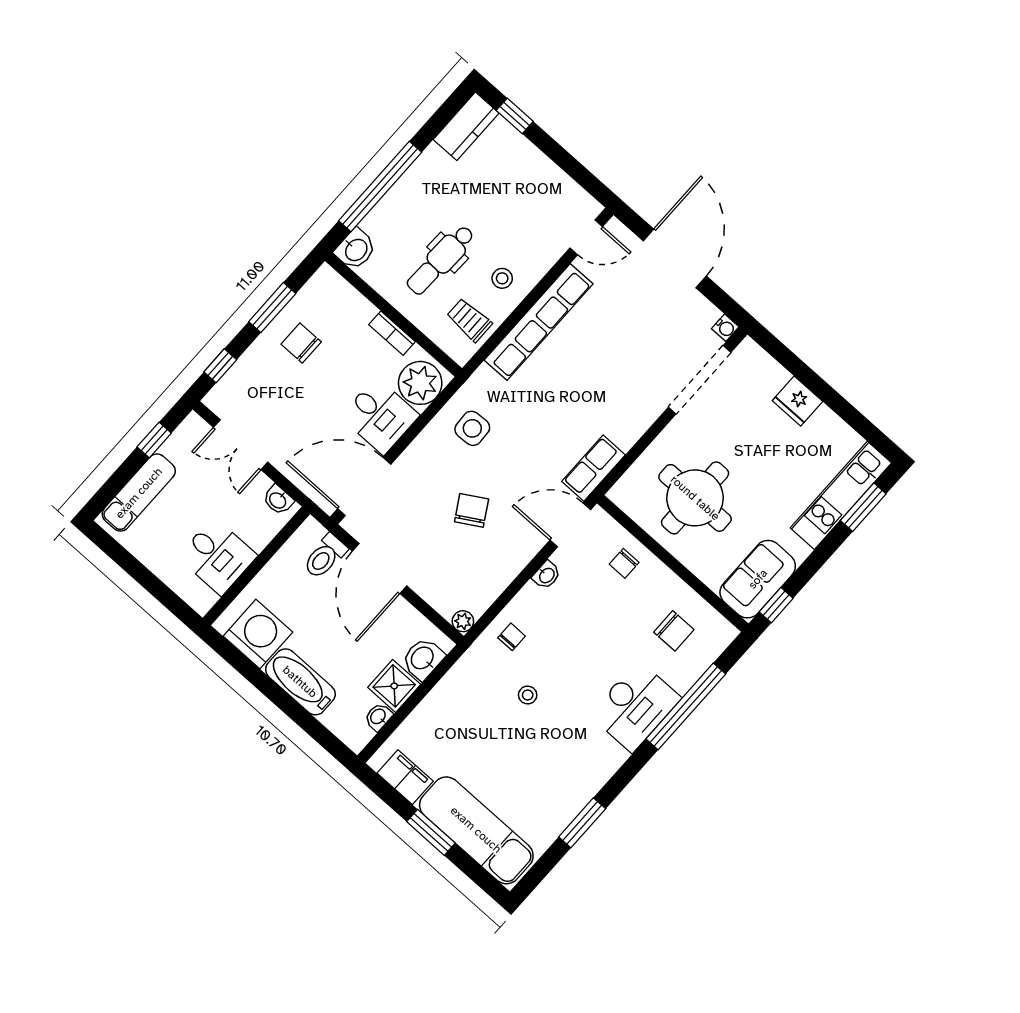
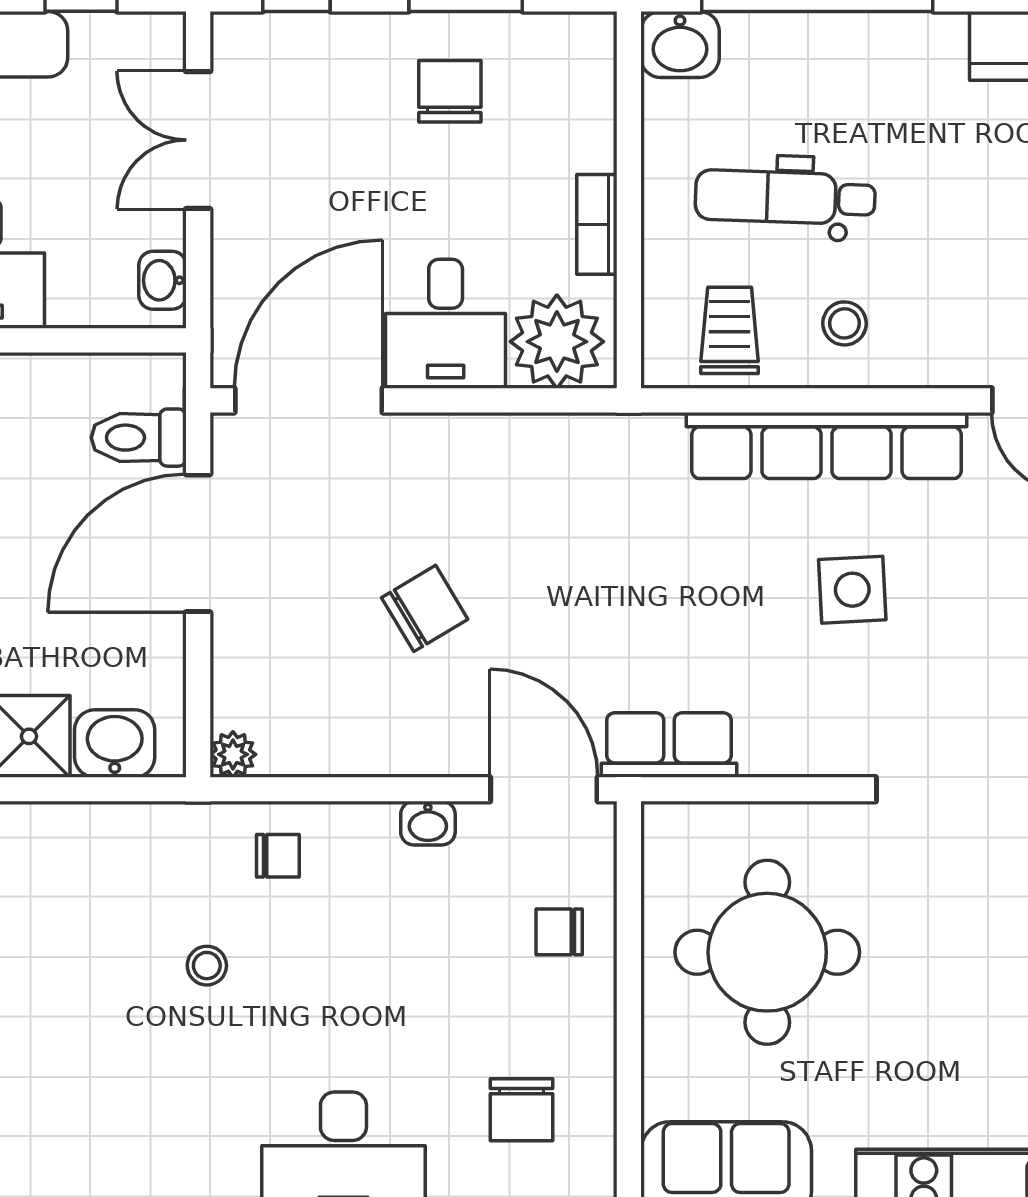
side table: (472, 428) -> (852, 590), moved
door: (364, 486) -> (309, 400), hinge flipped

